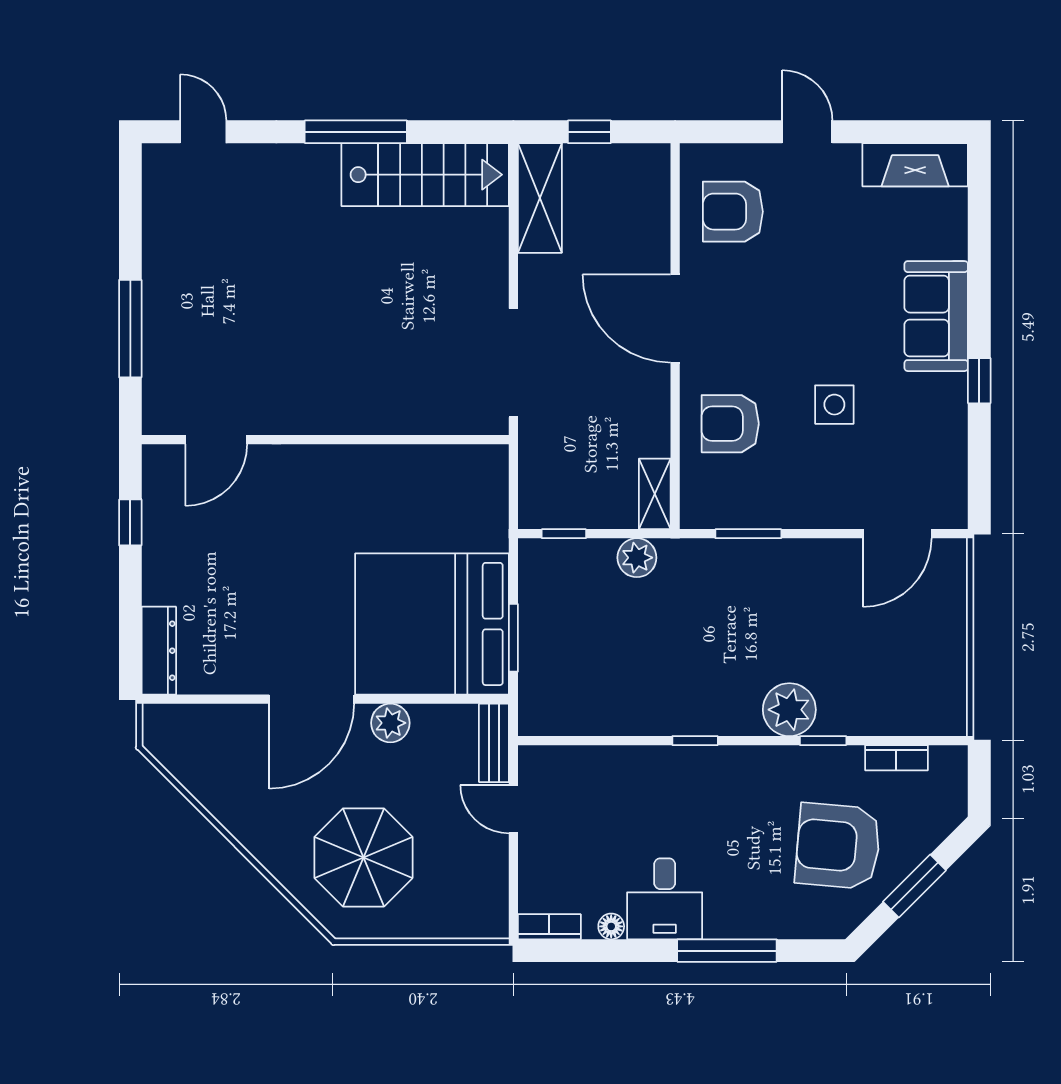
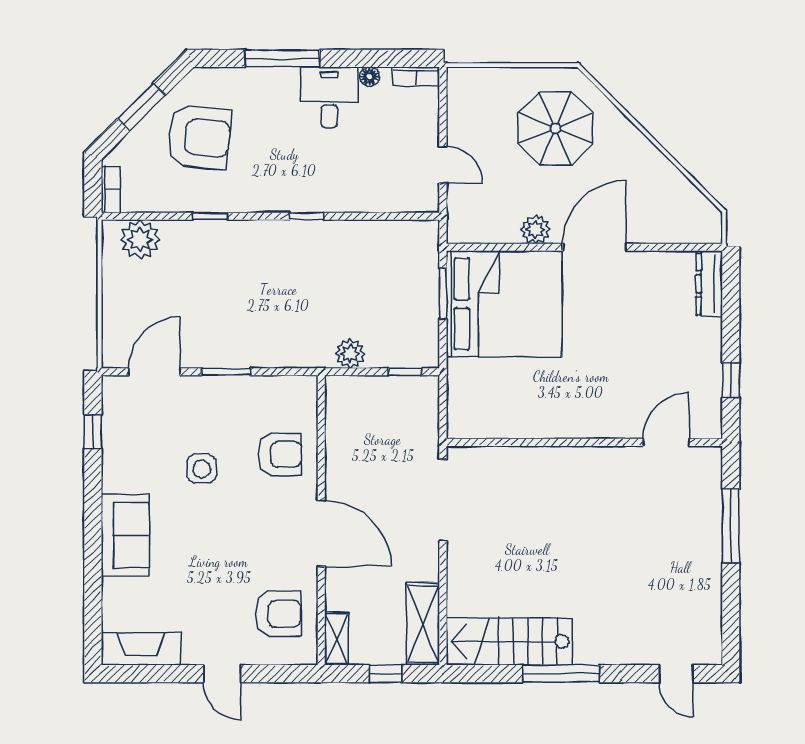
window: (979, 381) -> (93, 432), moved
shelving: (655, 494) -> (337, 639), moved
window: (748, 534) -> (226, 372), moved
plant: (789, 710) -> (140, 239), moved
bench: (494, 743) -> (458, 214), removed
bookcase: (896, 758) -> (111, 189), moved, turned 90

